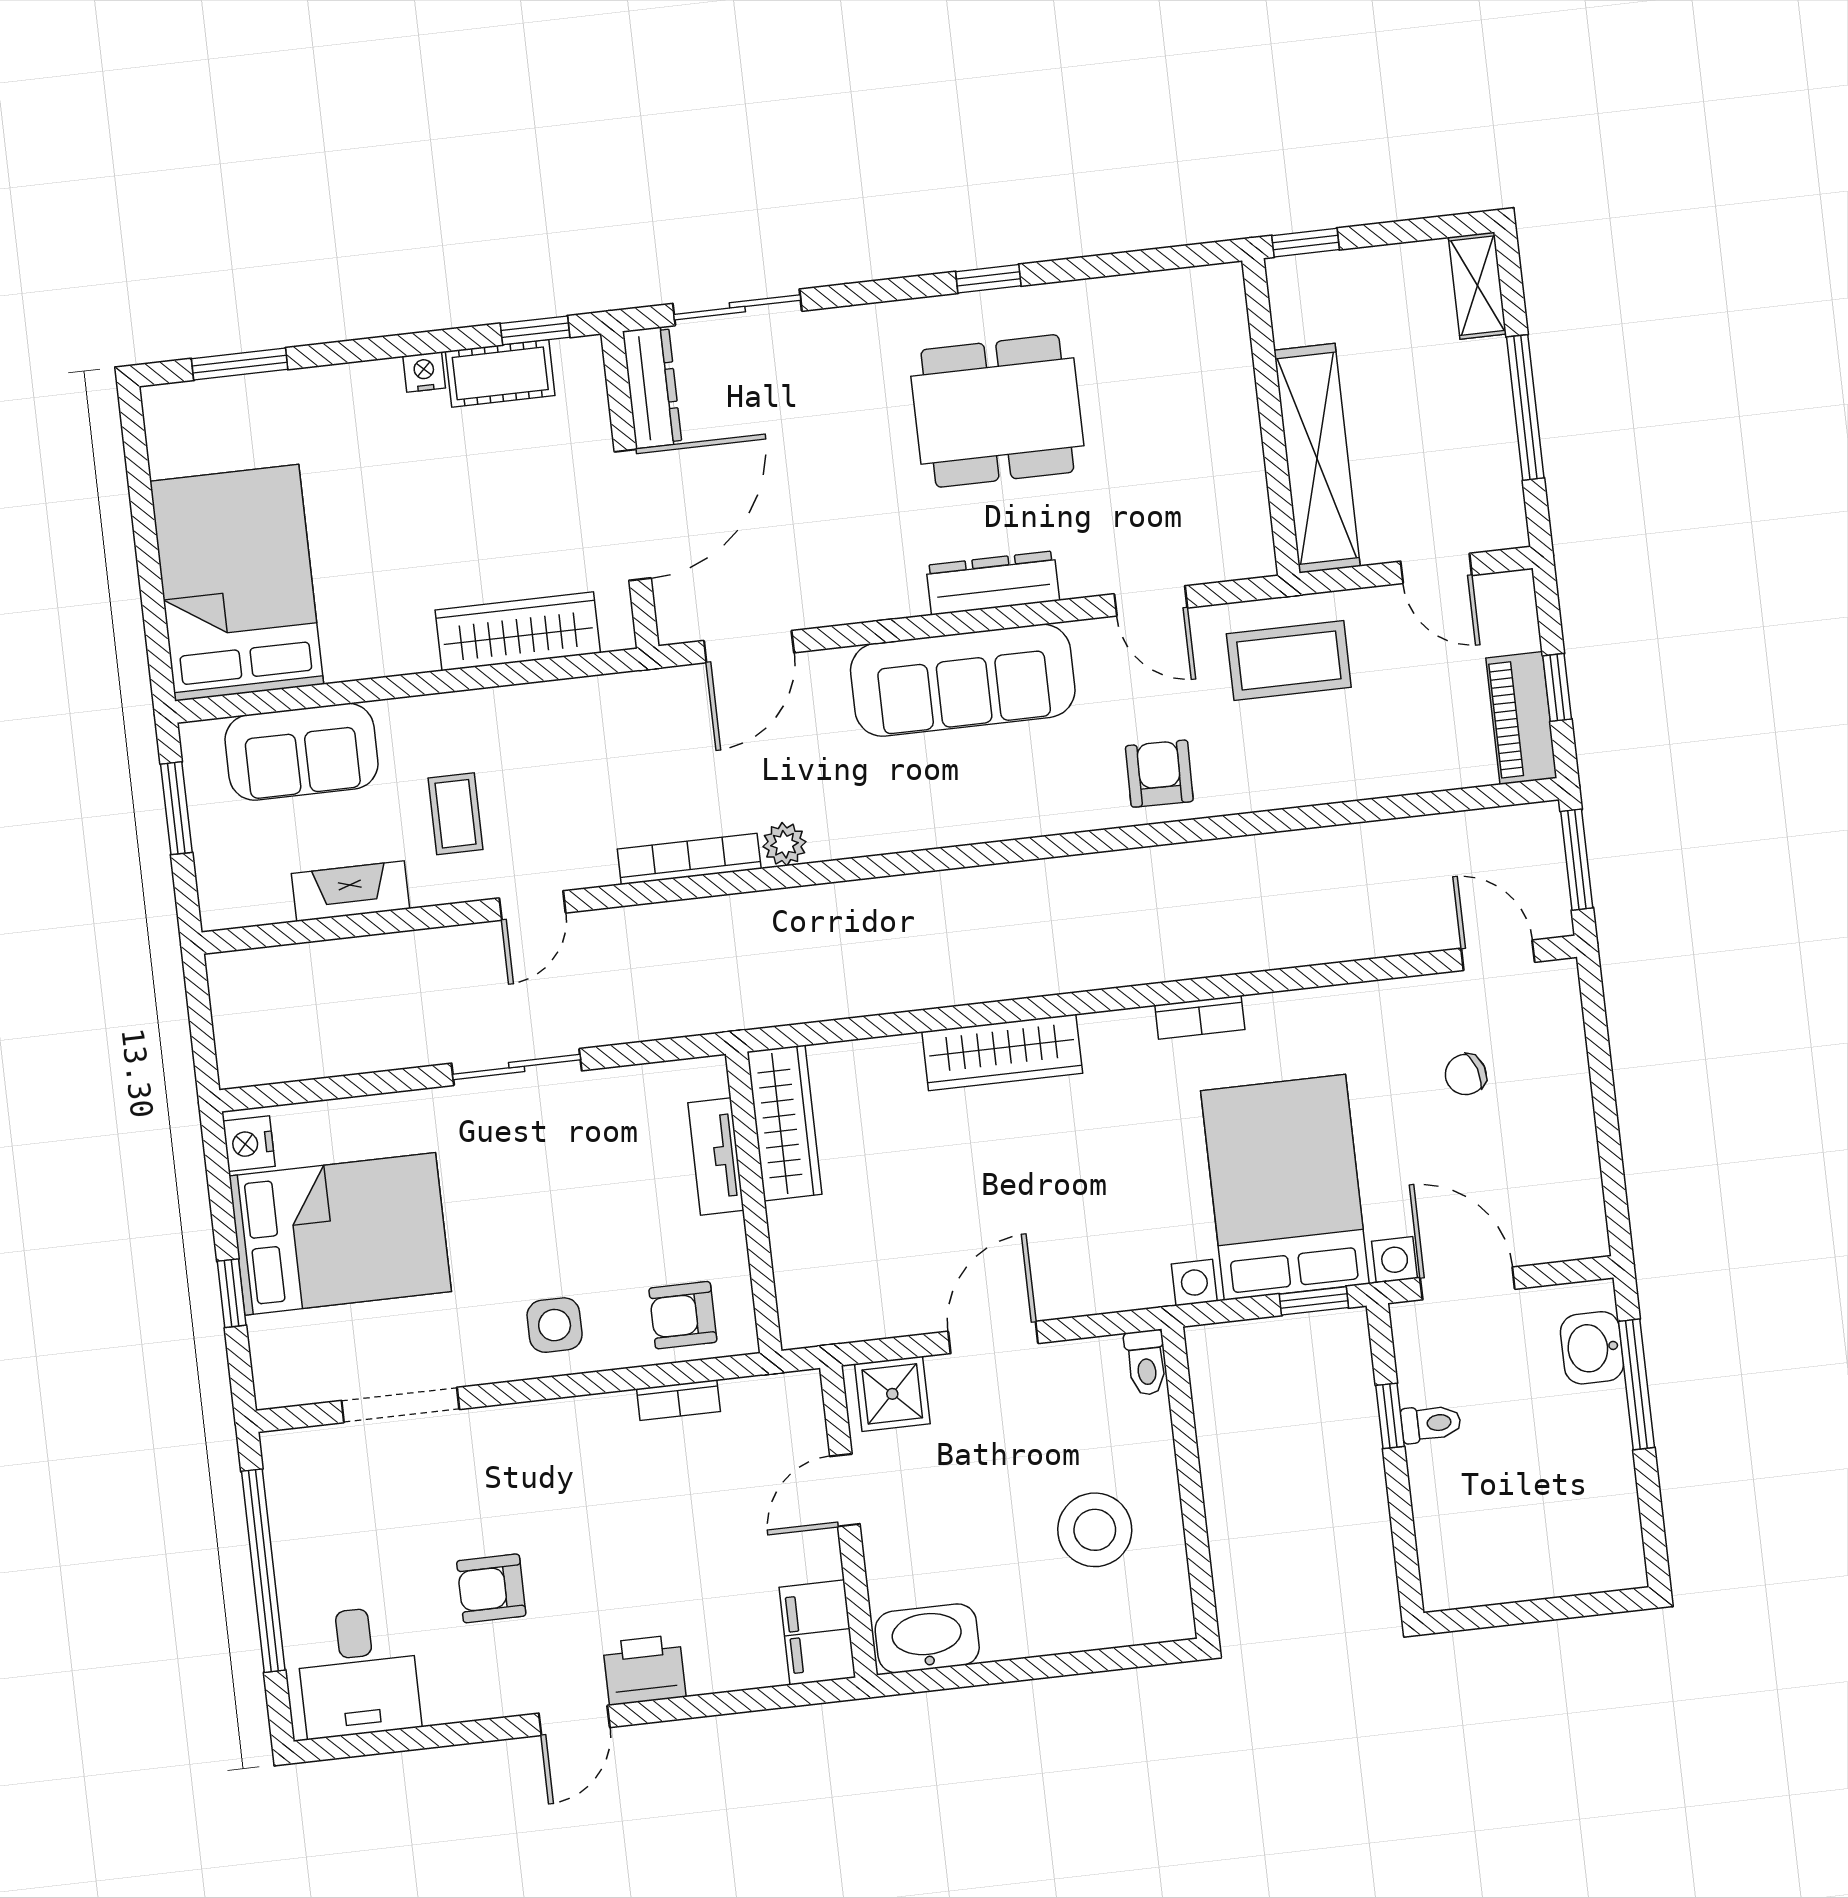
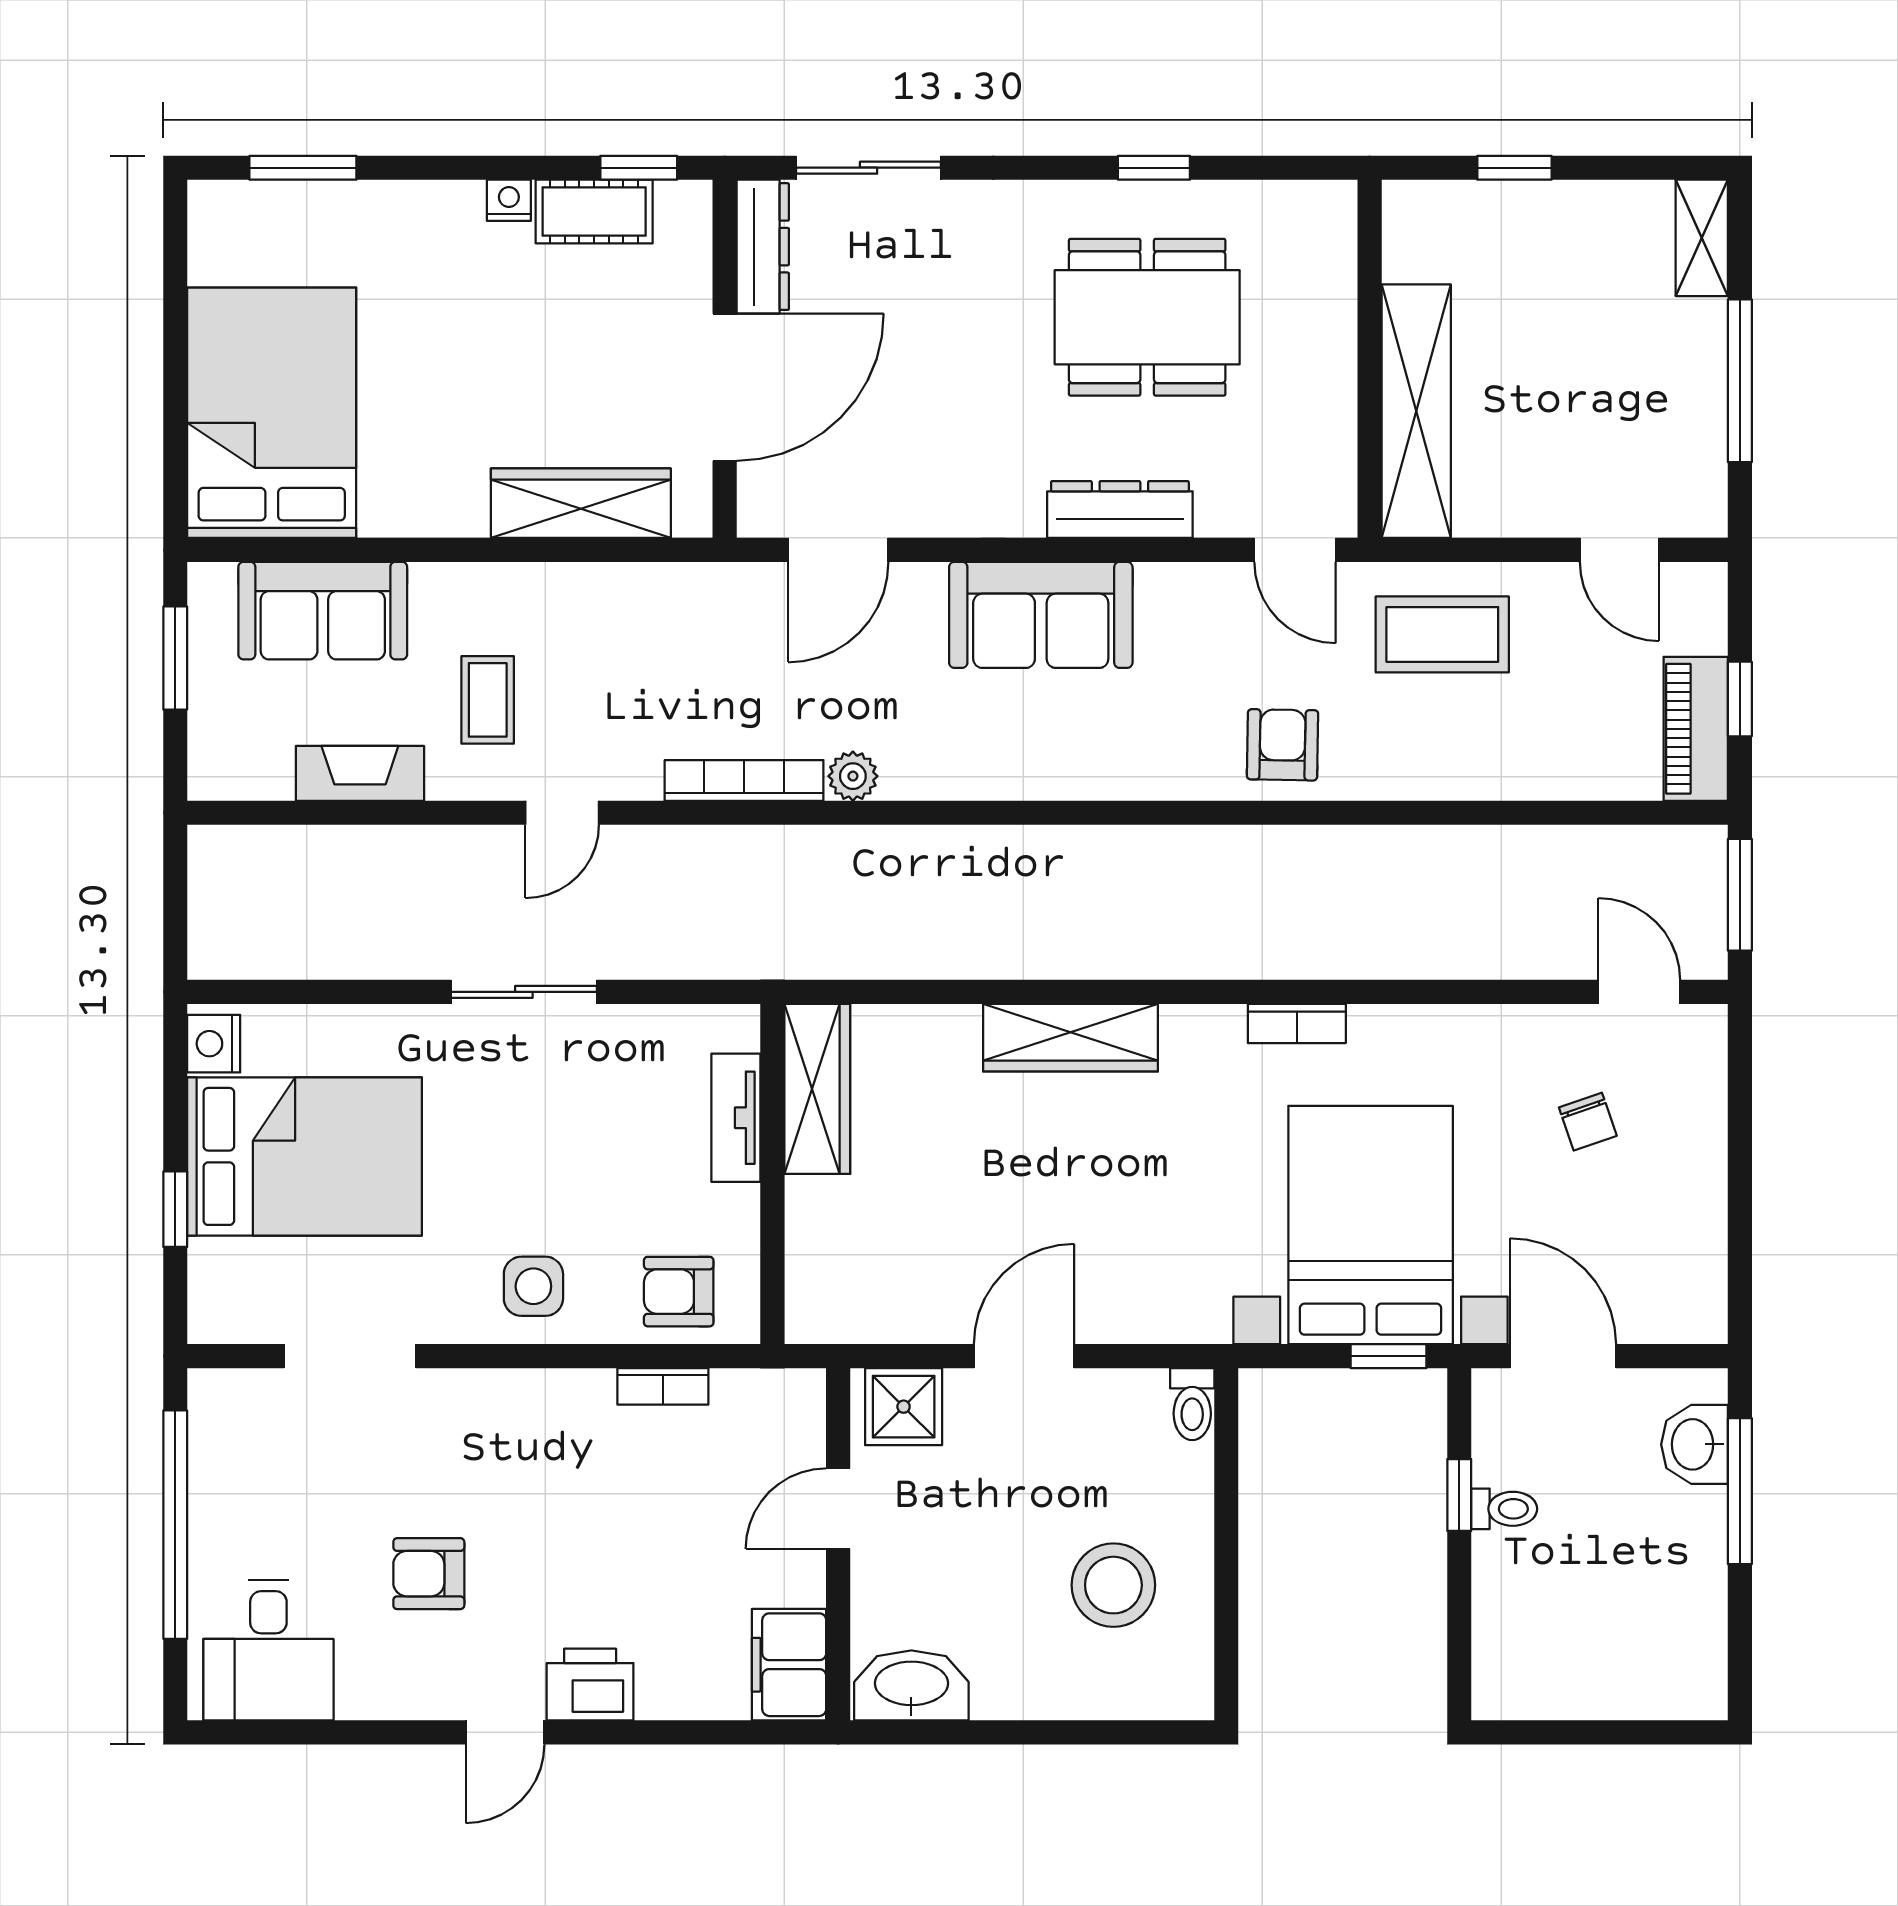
wall: (1271, 417) -> (1370, 359), moved
shelving: (1317, 458) -> (1416, 411), moved
sofa: (963, 680) -> (1041, 615), width x0.73
chair: (1466, 1074) -> (1588, 1122), turned -91

